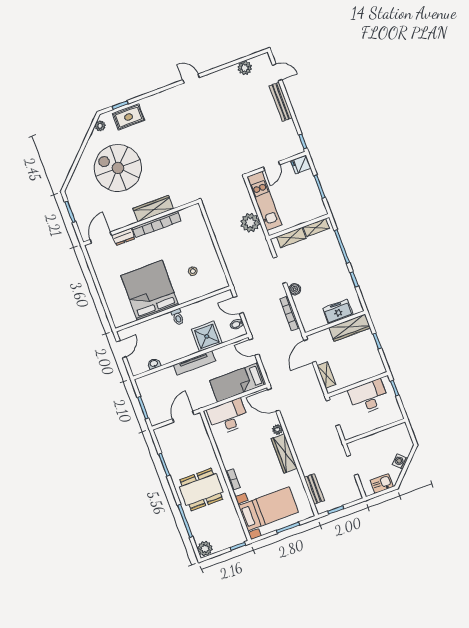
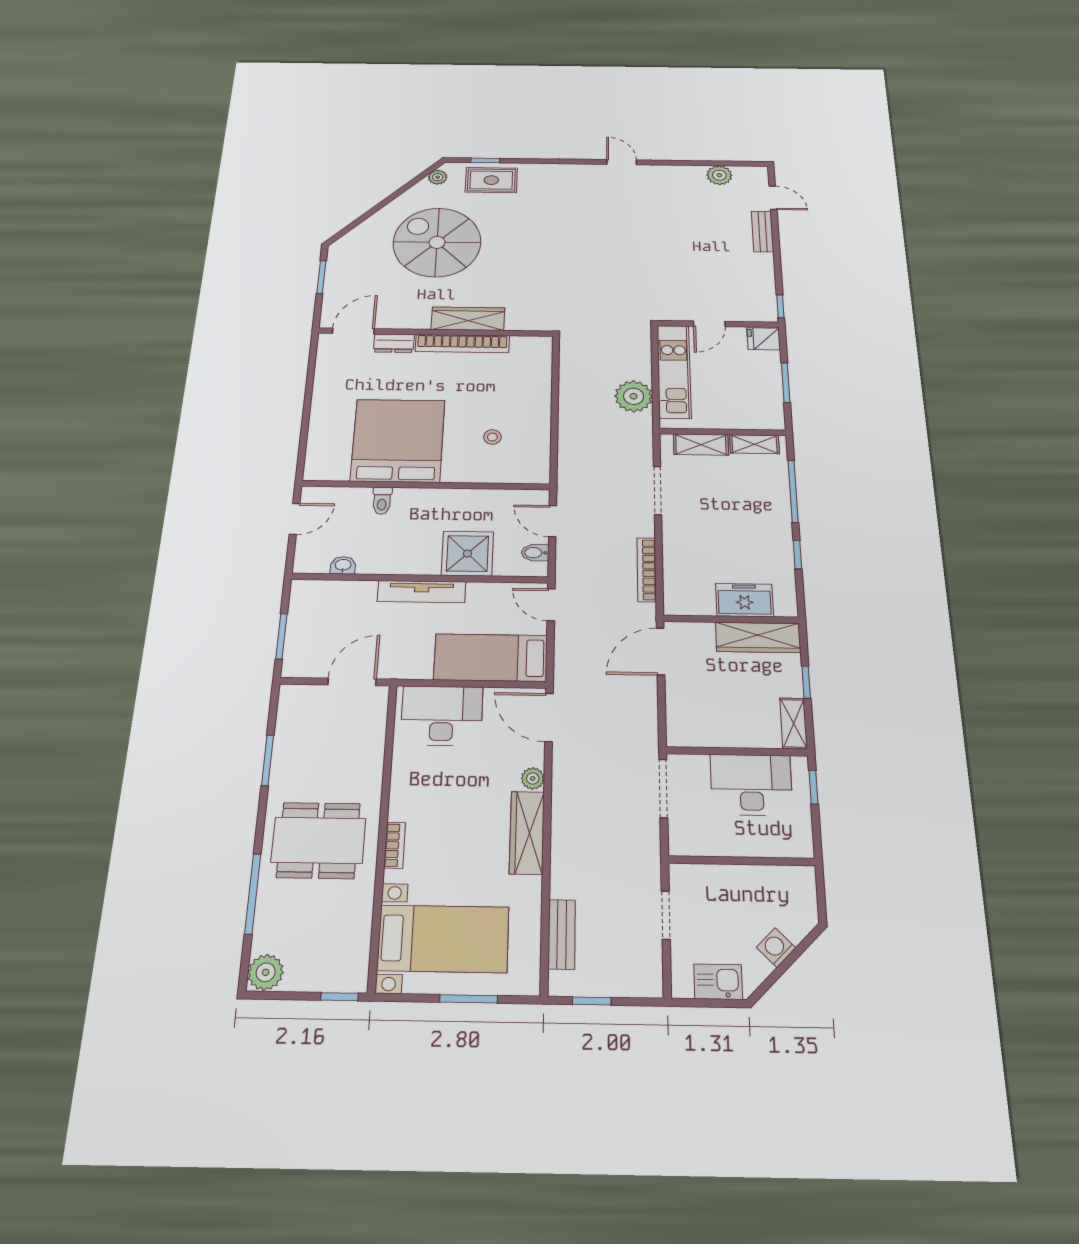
bench: (281, 102) -> (762, 231), width x0.73
boiler: (295, 289) -> (673, 532), removed
toilet: (178, 317) -> (382, 501), moved
shelving: (326, 375) -> (794, 723), moved

